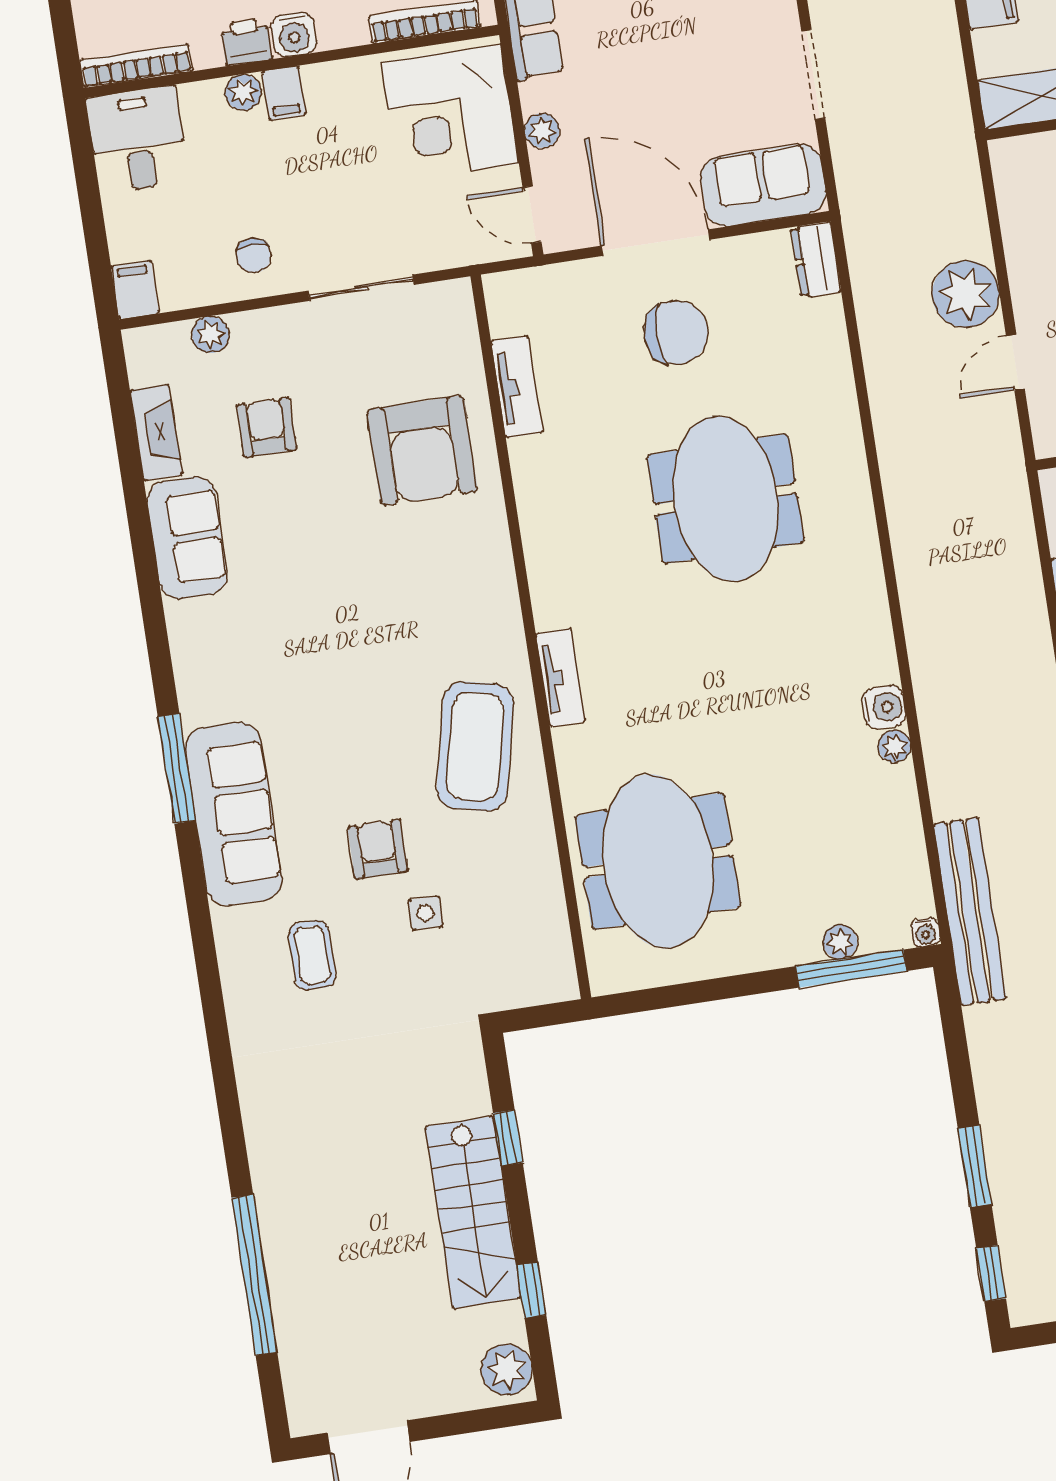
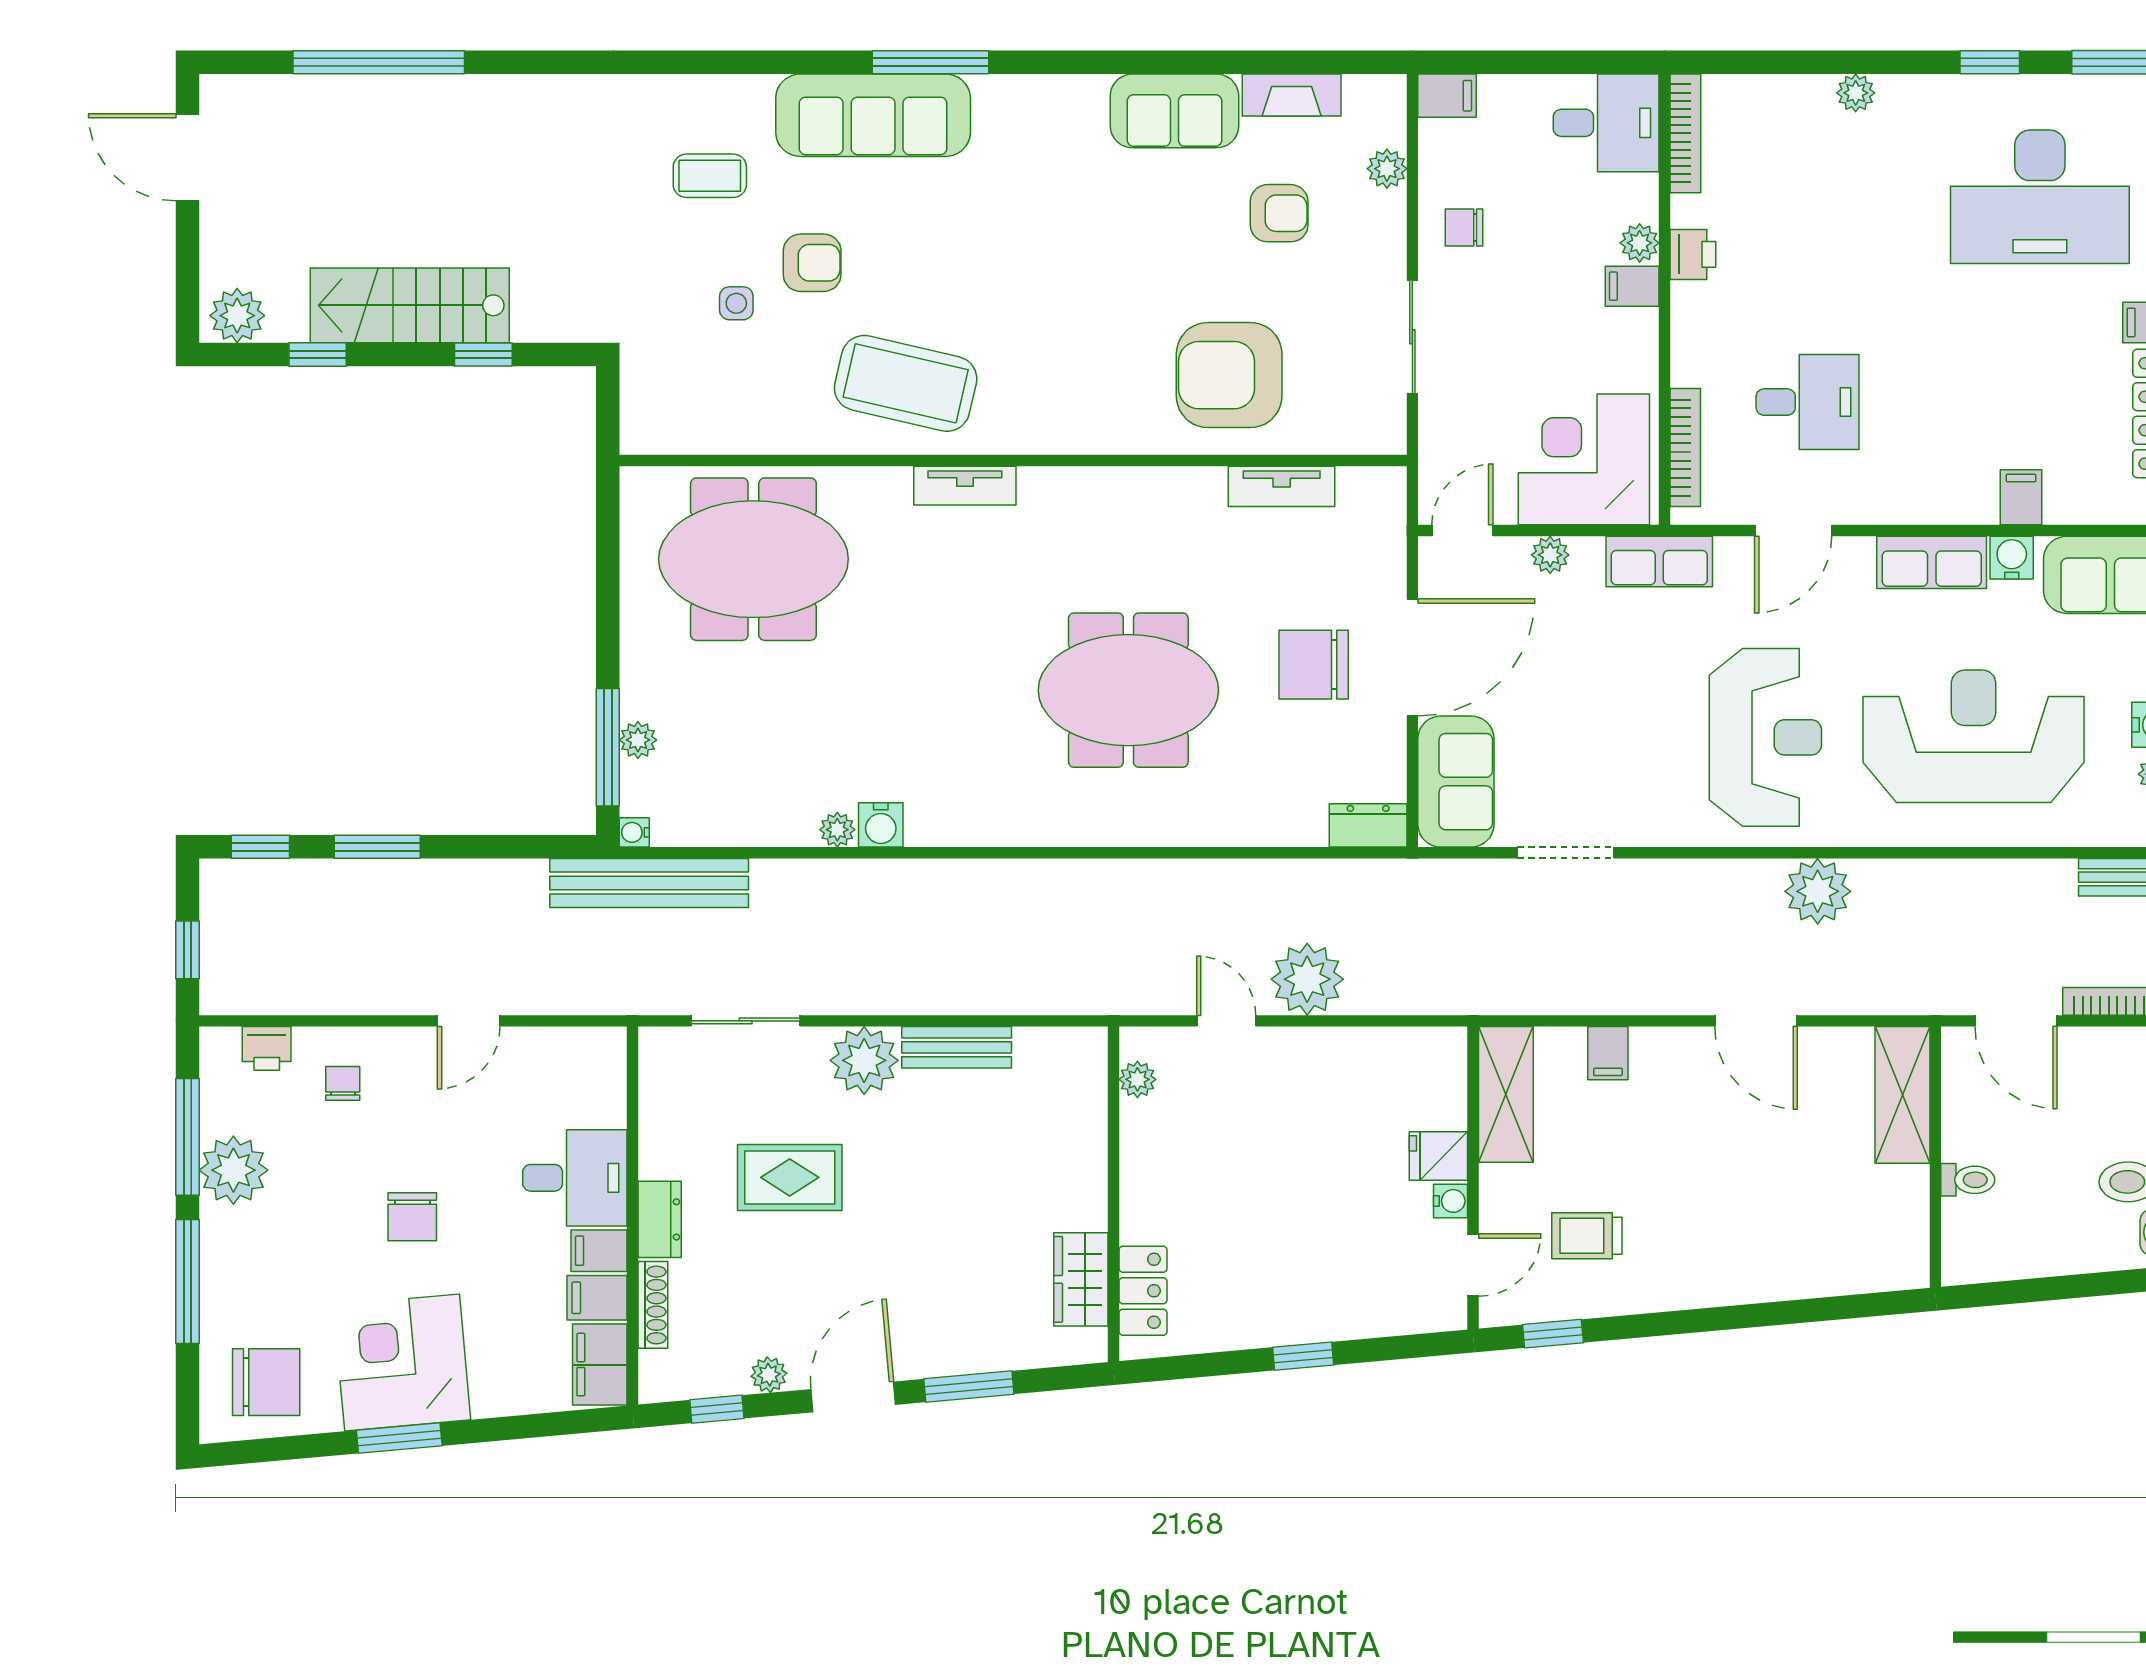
water cooler: (294, 34) -> (1693, 306), removed
chair: (676, 332) -> (1314, 665), turned 90

